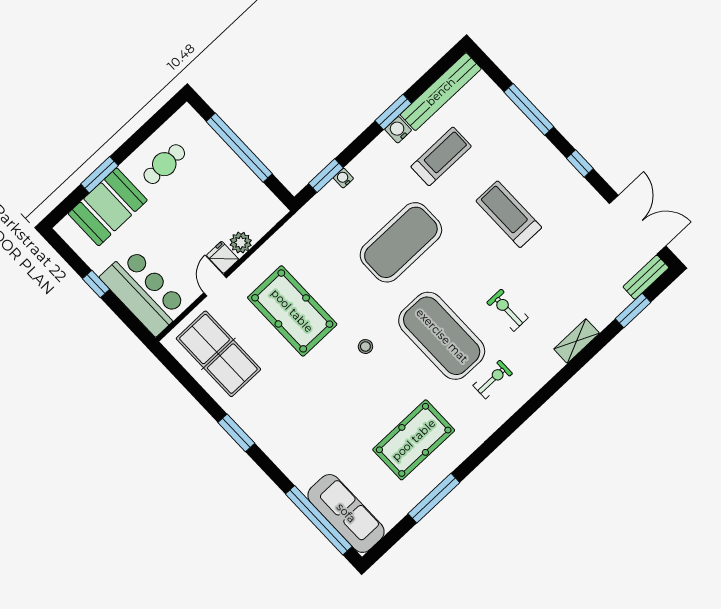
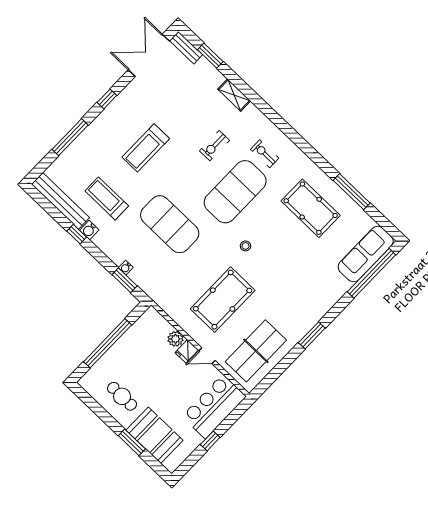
window: (393, 112) -> (77, 234), width x0.67

